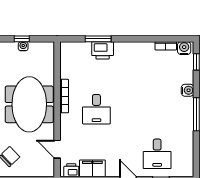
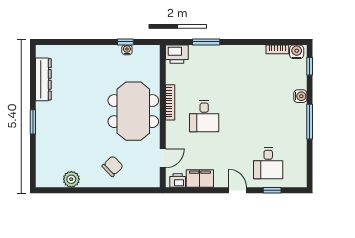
printer: (103, 50) -> (177, 54), moved
door: (57, 149) -> (163, 158), swing flipped

